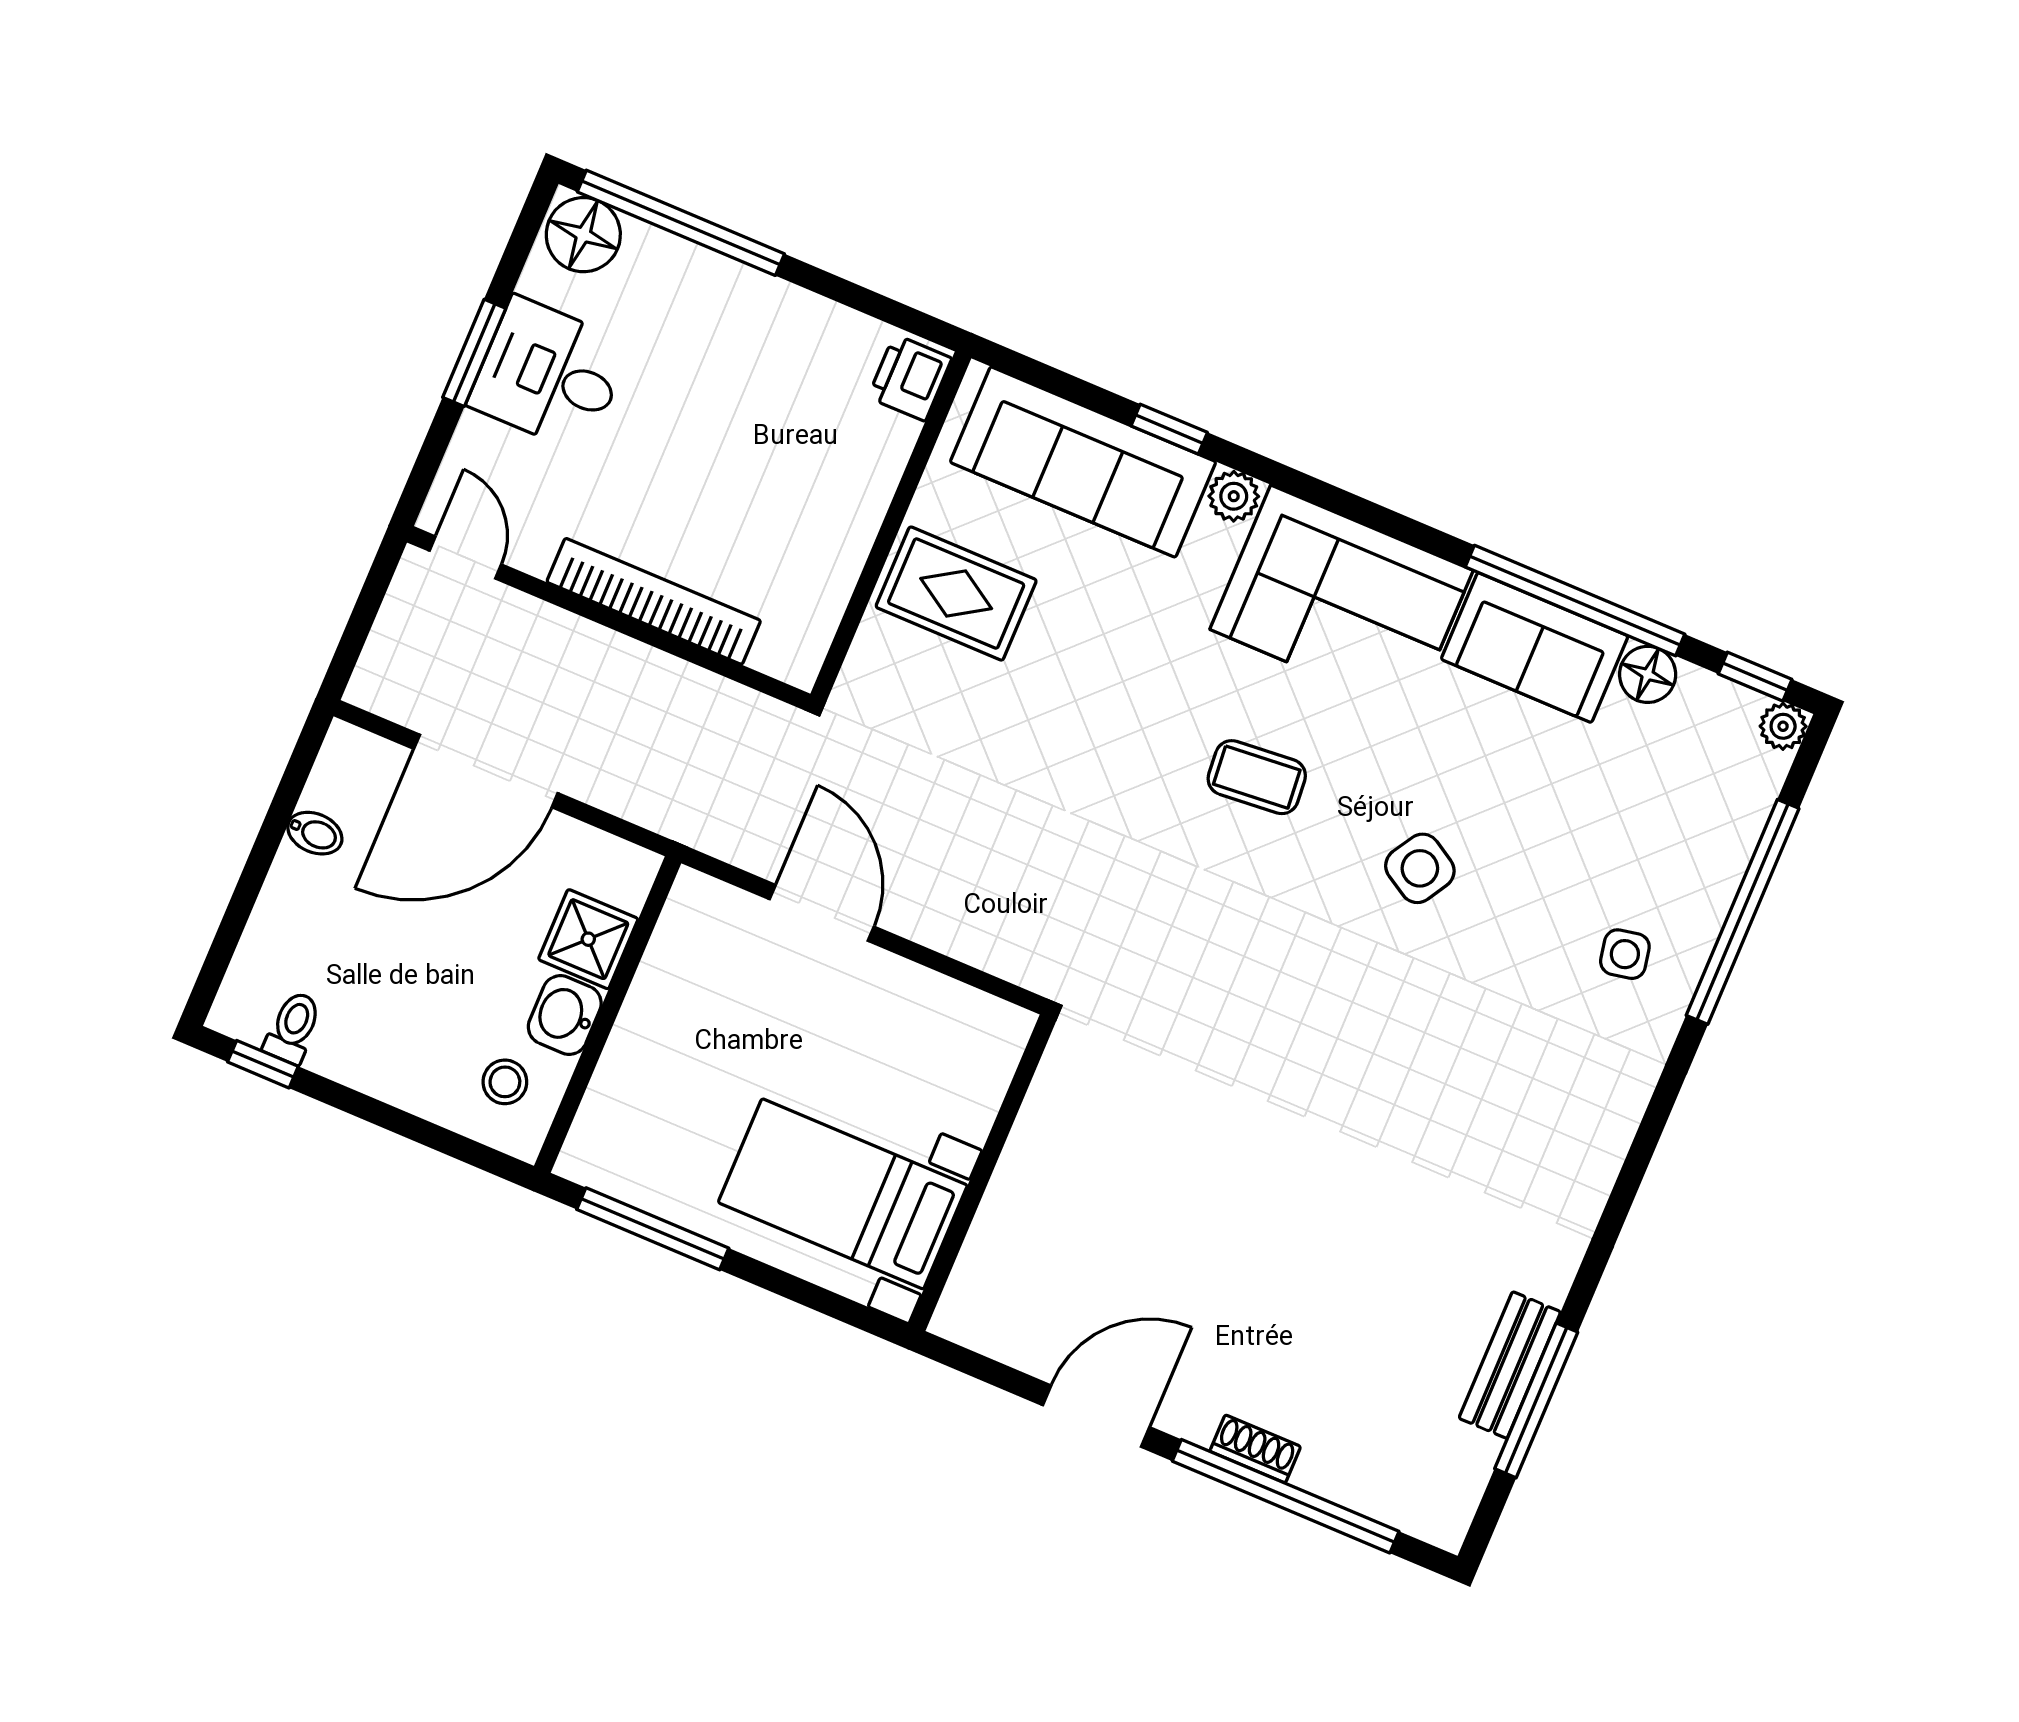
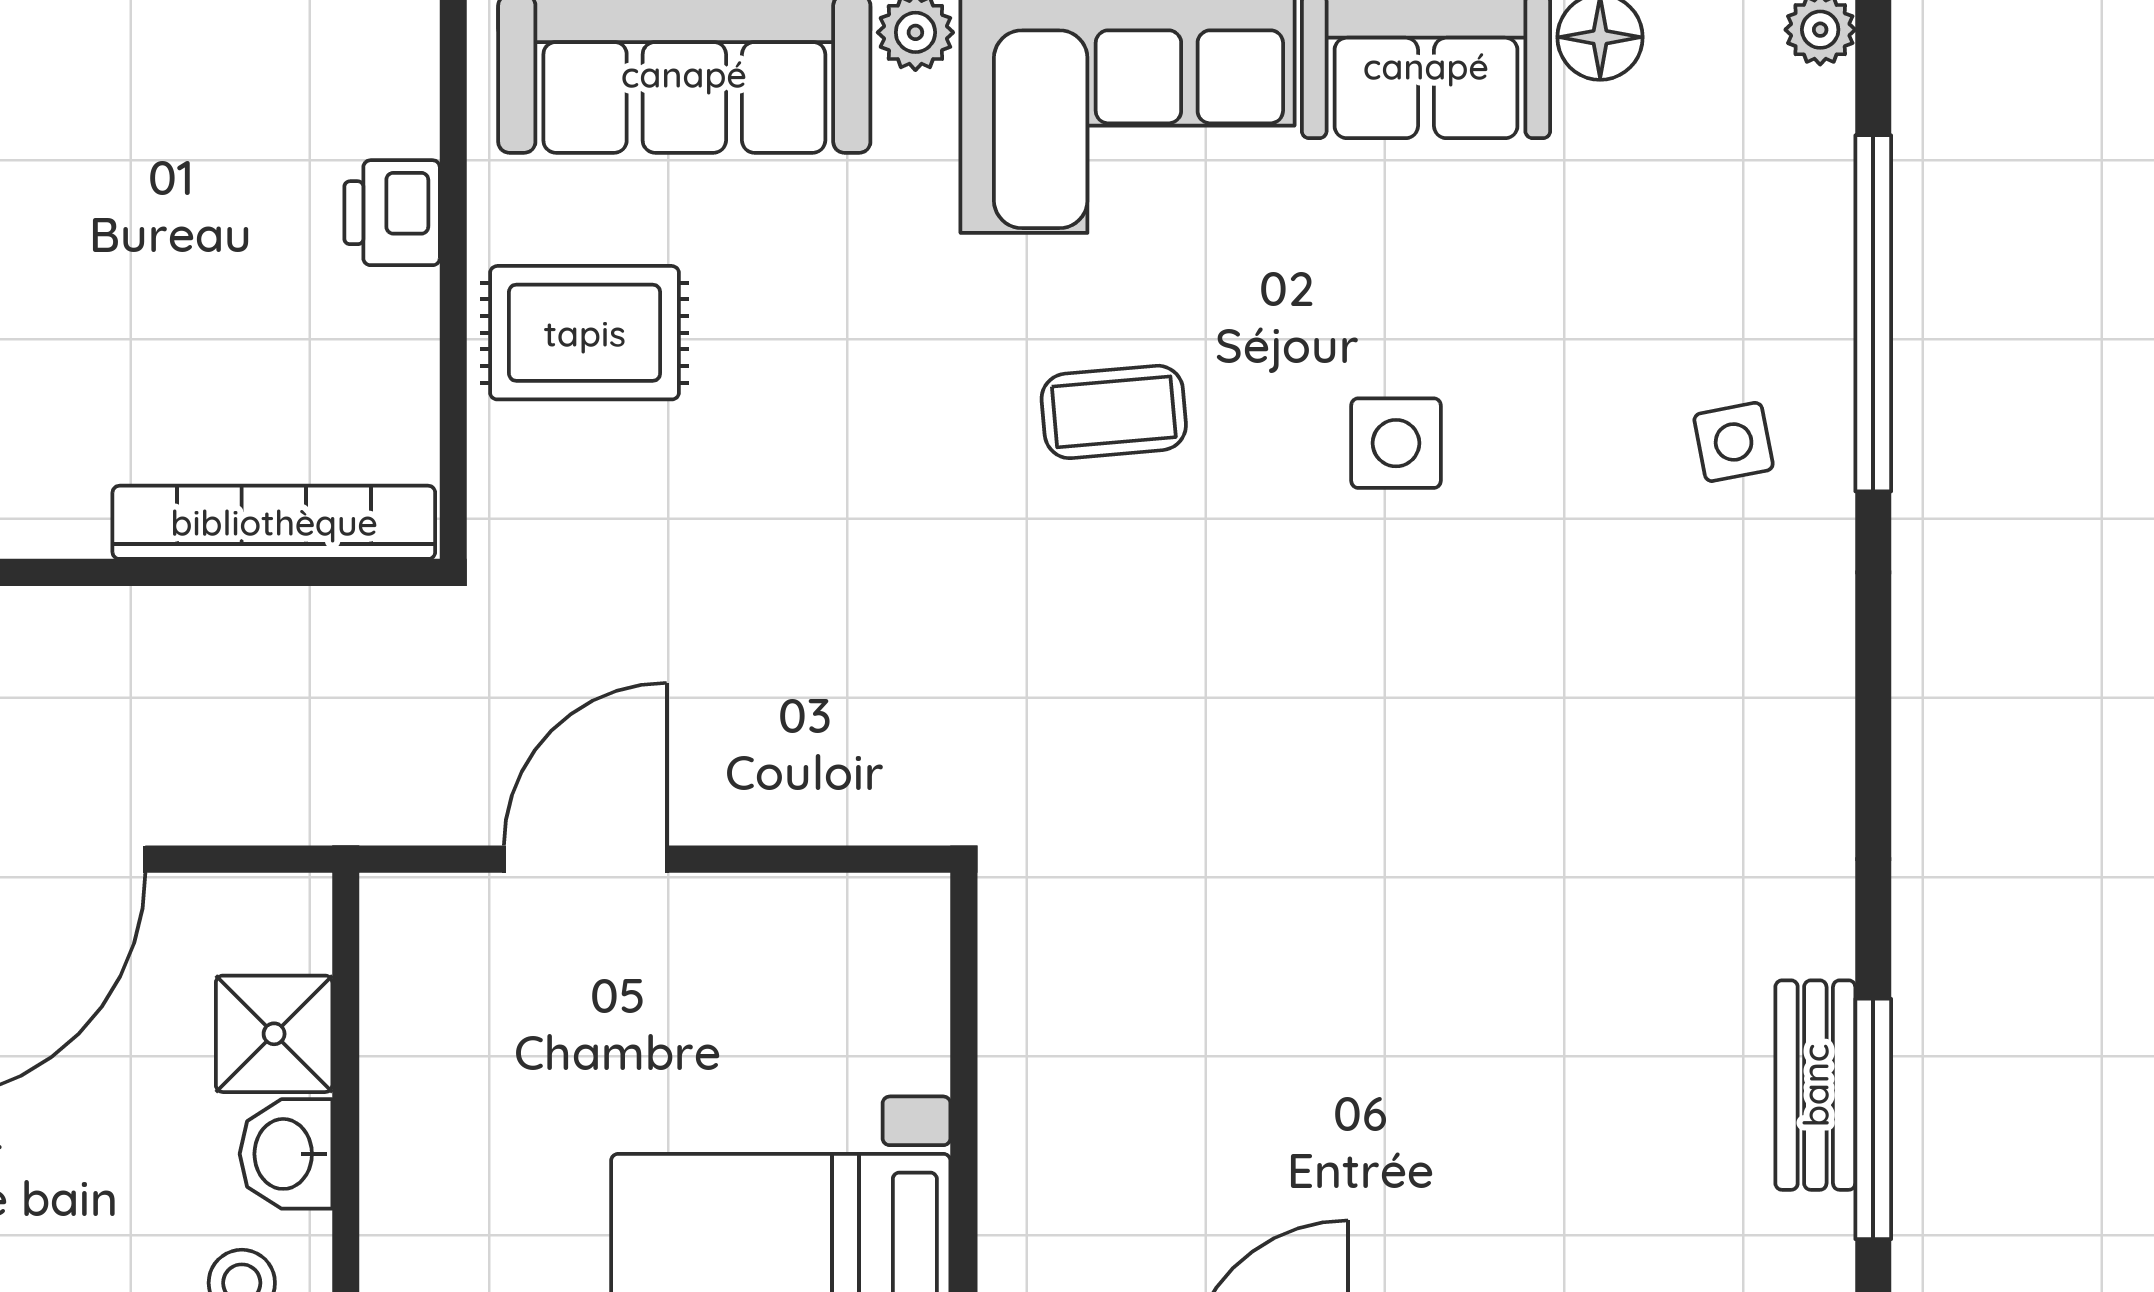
printer: (910, 378) -> (392, 213), moved
bookcase: (654, 601) -> (274, 522), moved
side table: (1420, 868) -> (1396, 443), turned -31
door: (822, 913) -> (585, 859), hinge flipped

